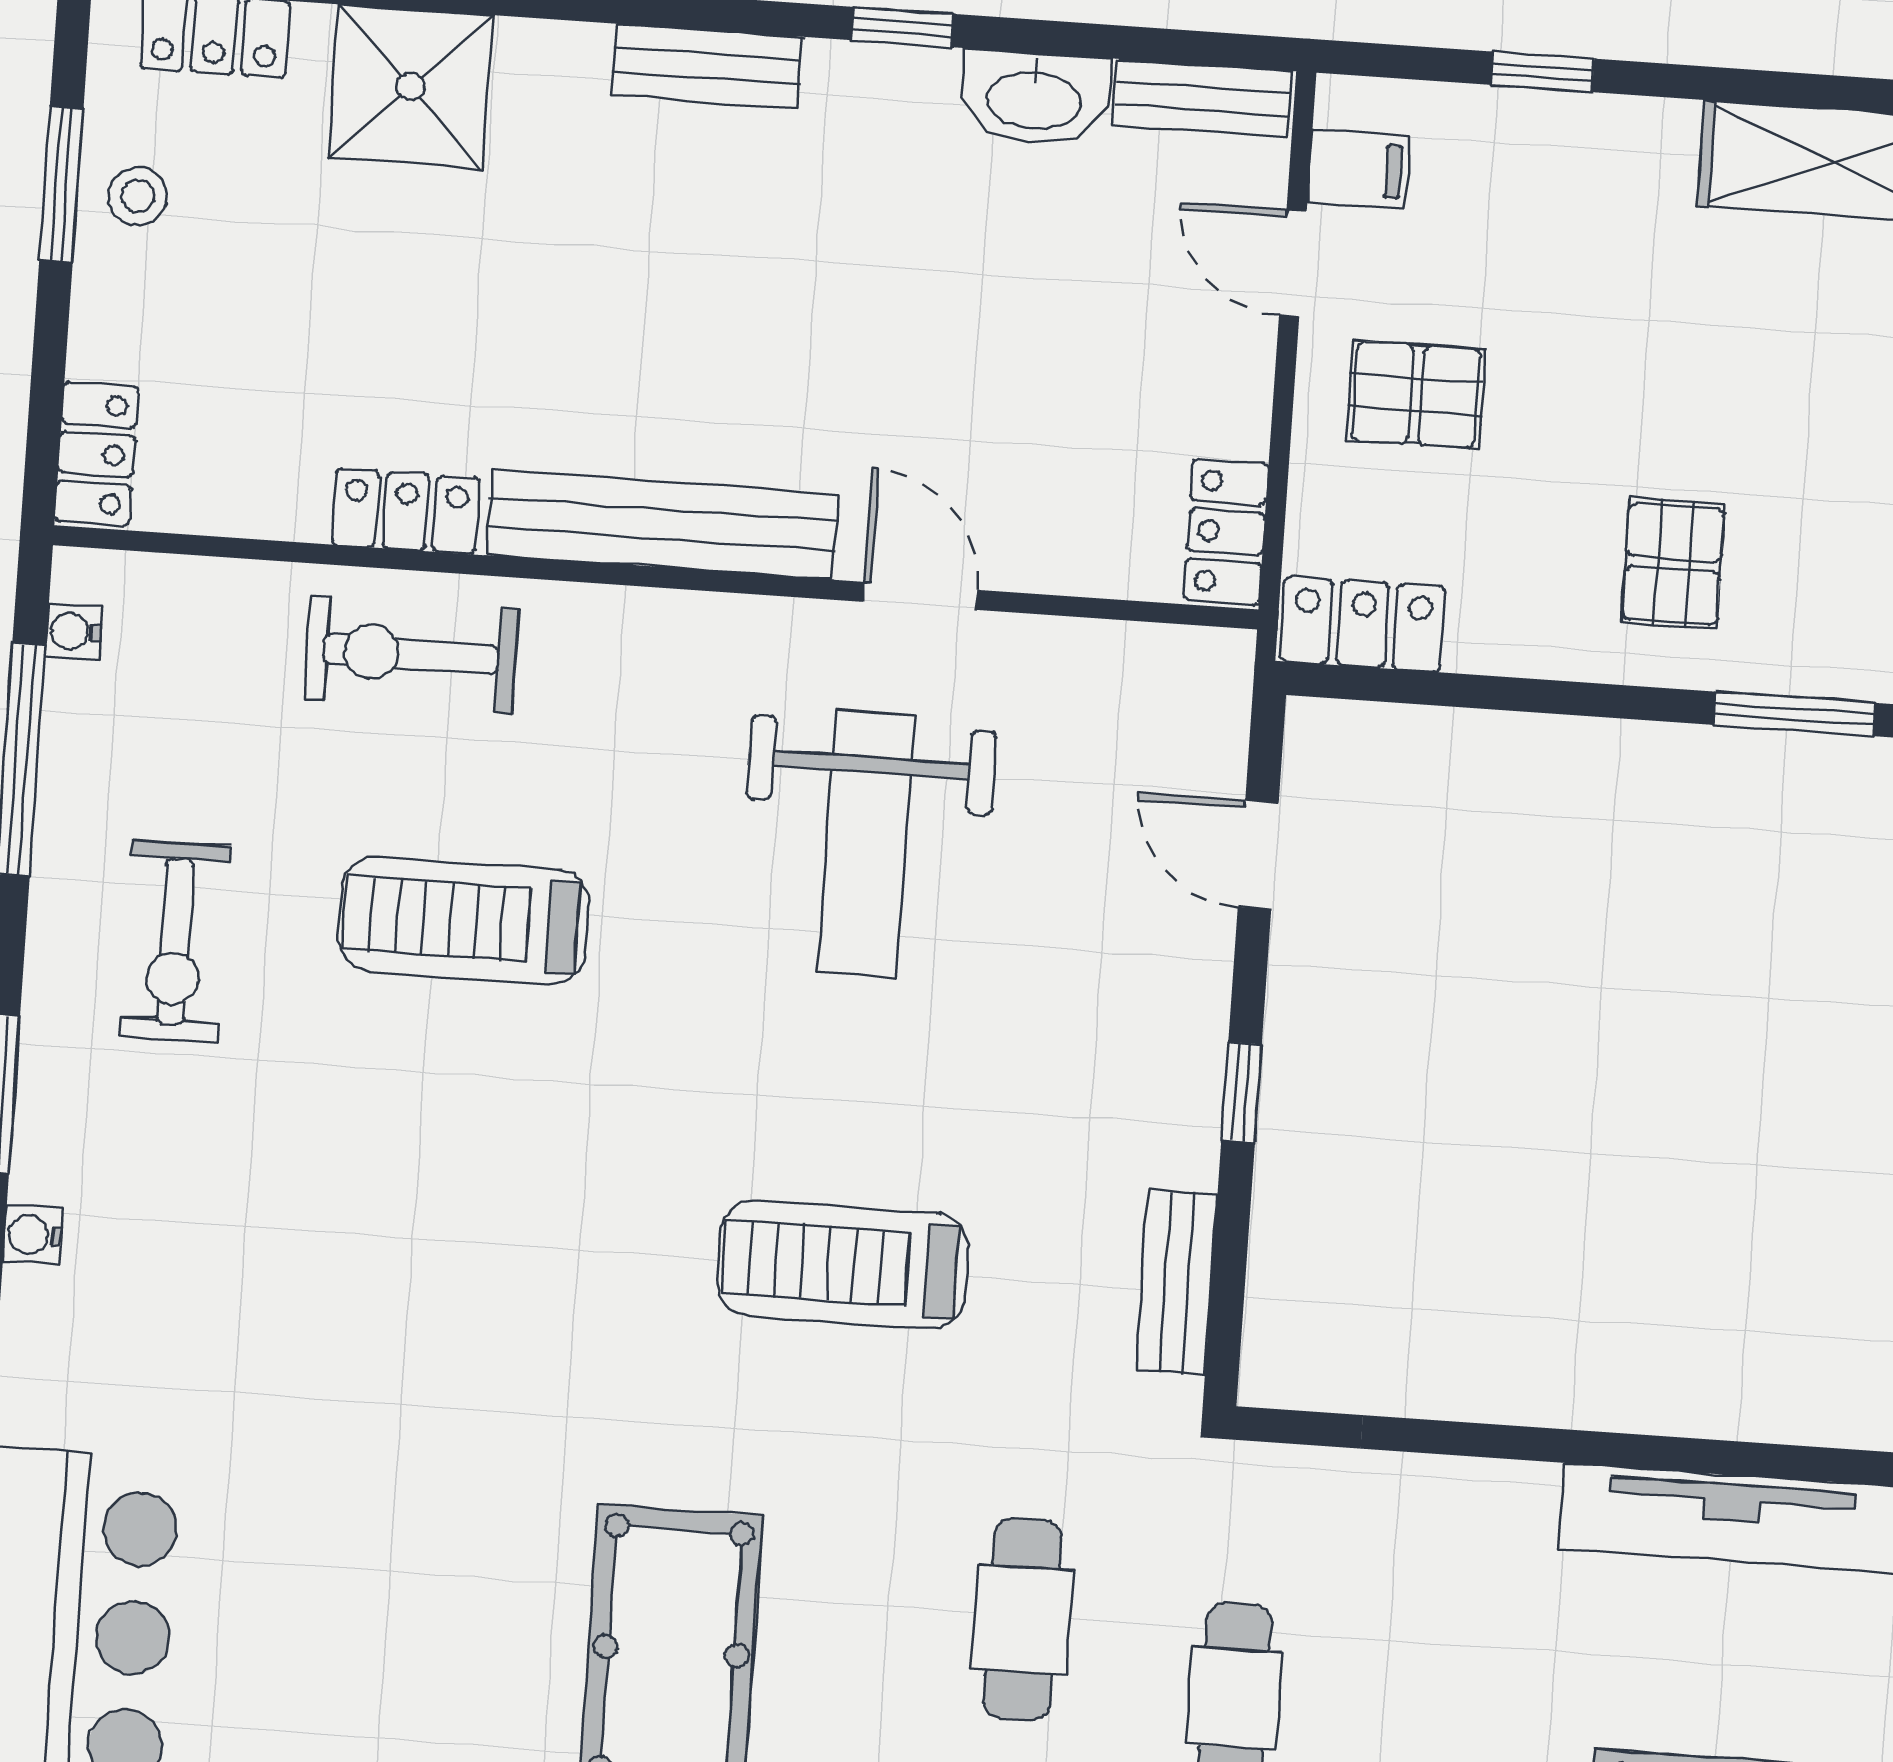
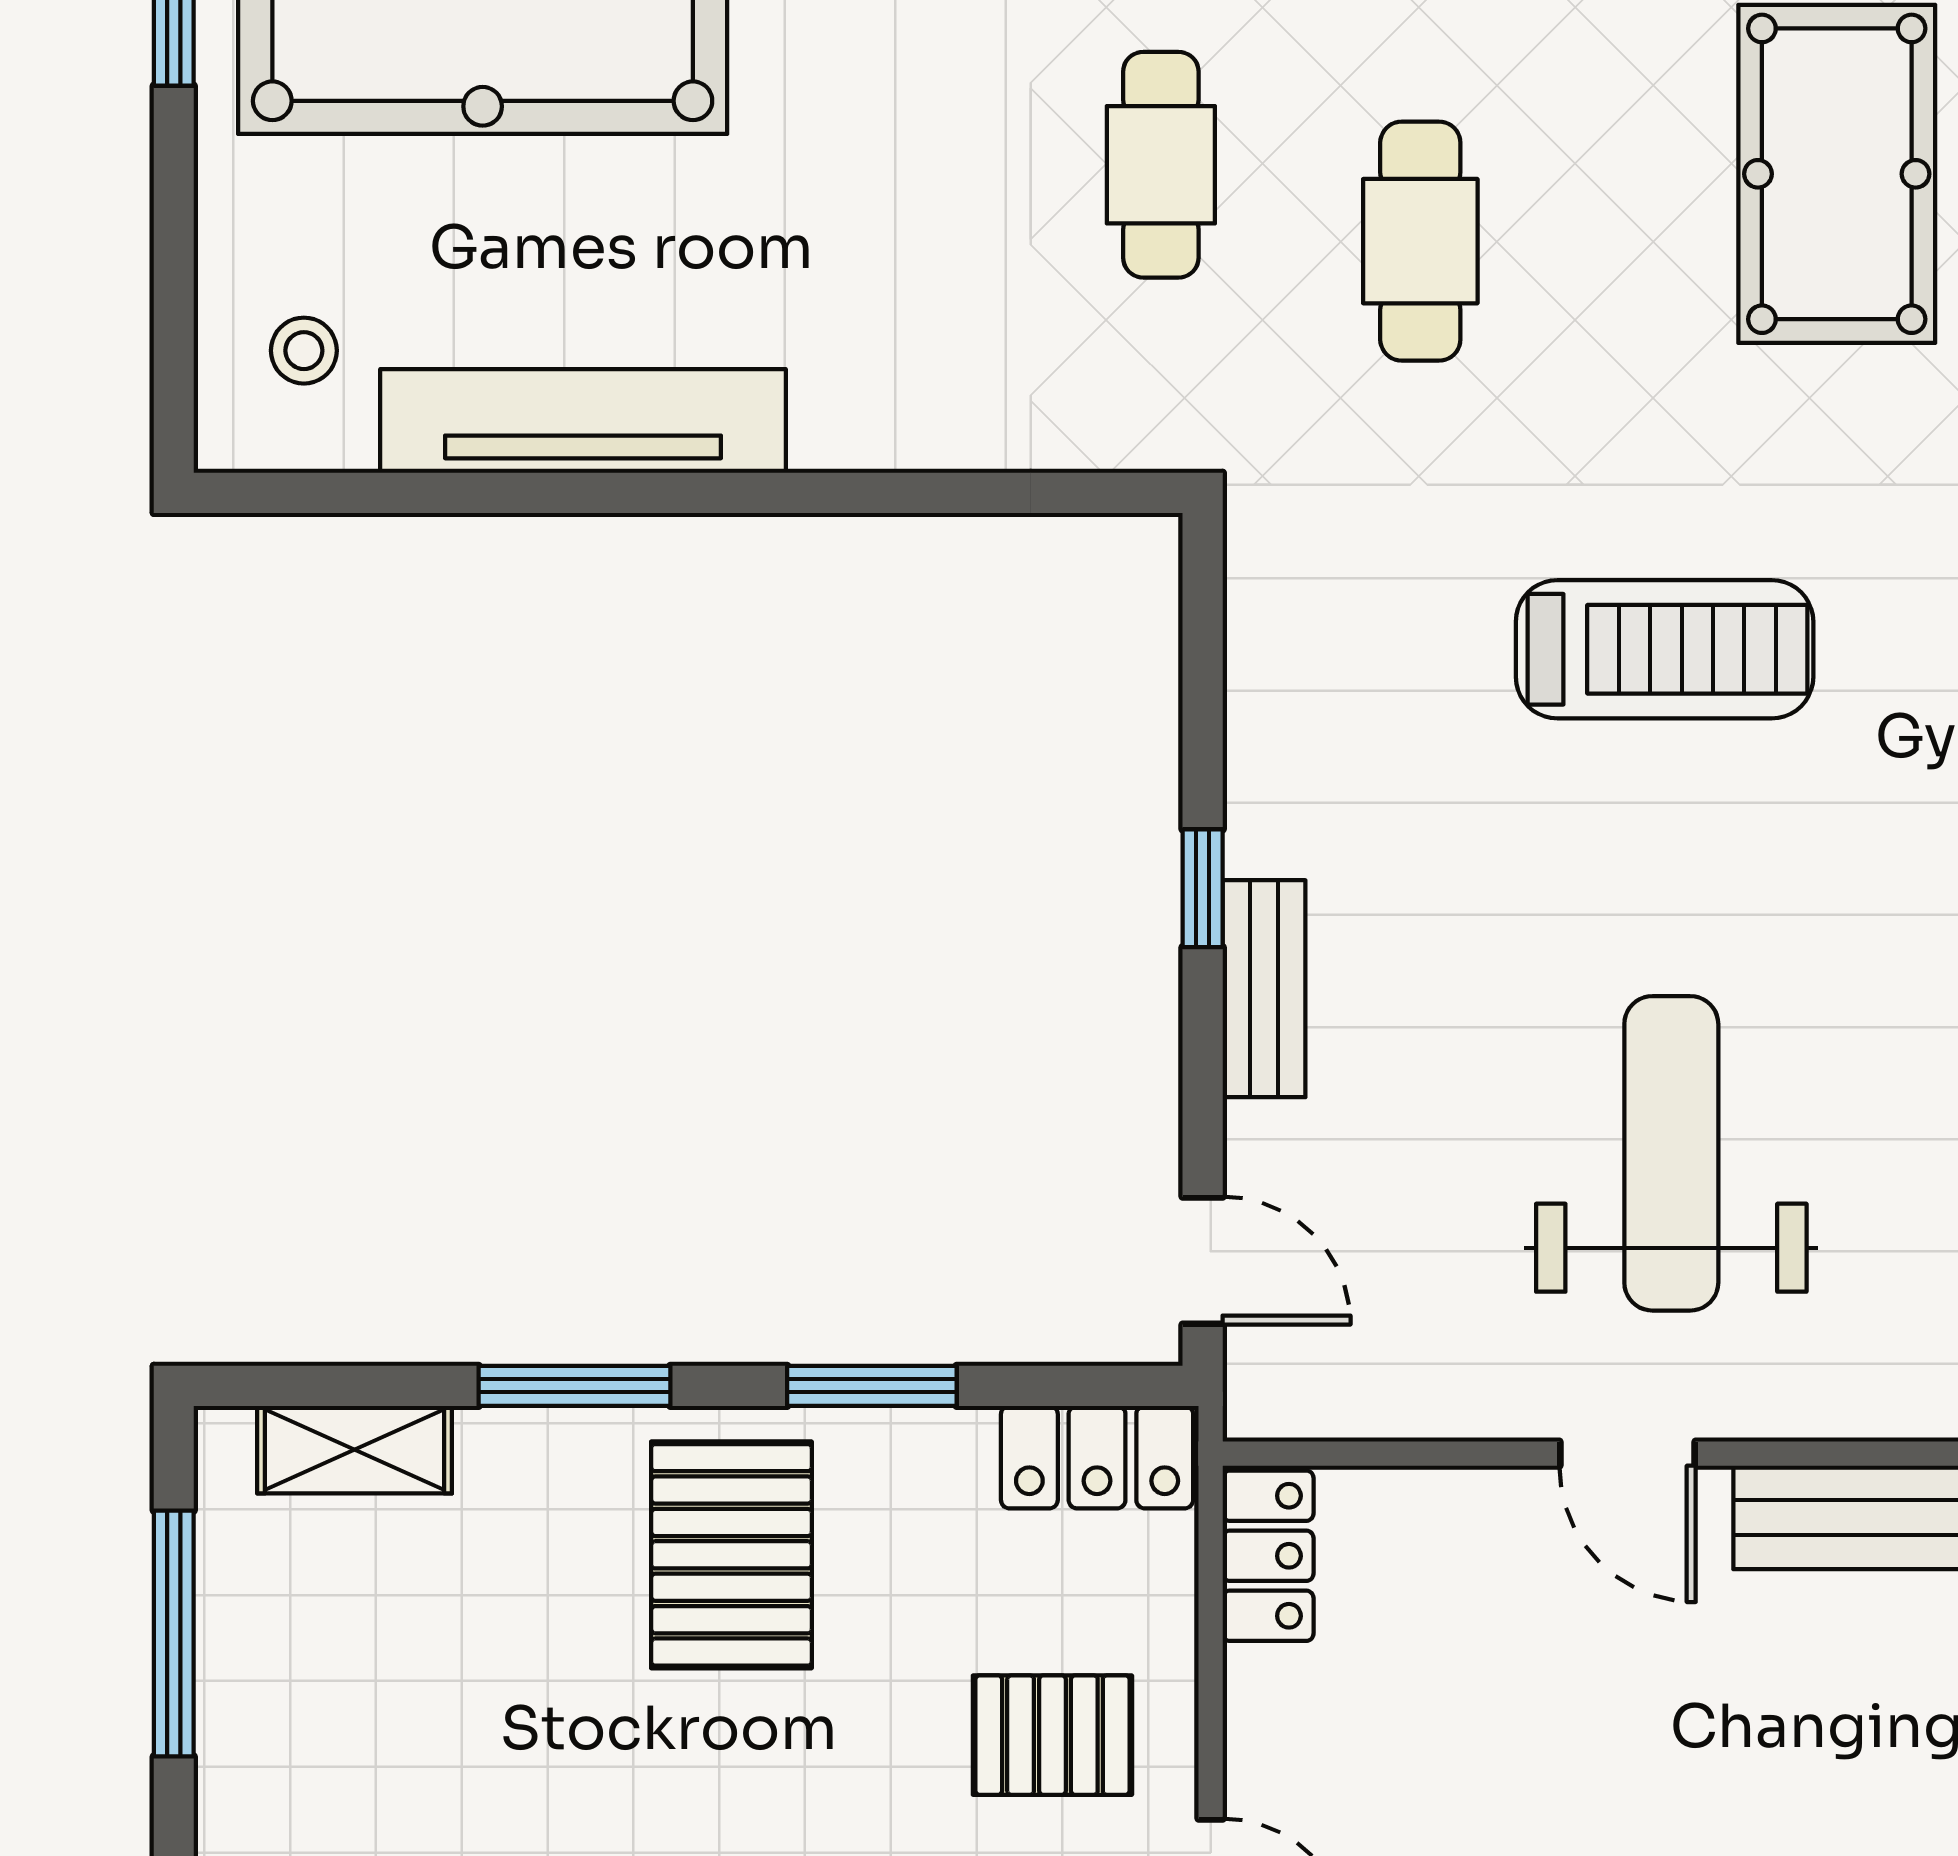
pallet: (1673, 564) -> (731, 1555), width x1.50, depth x1.42
window: (1546, 697) -> (872, 1386), added
door: (1258, 855) -> (1203, 1261), moved
bench: (1177, 1283) -> (1264, 989), moved

